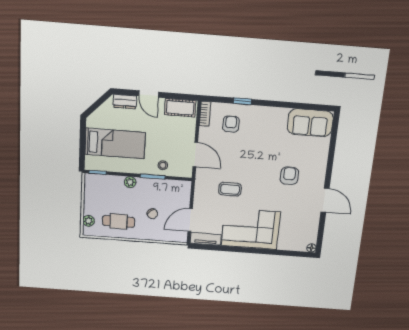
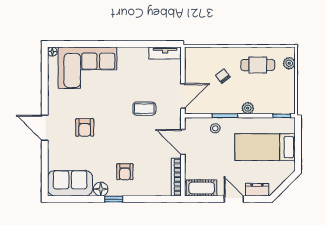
window: (243, 101) -> (114, 199), moved
bookcase: (205, 114) -> (176, 177), width x1.56
floor lamp: (281, 114) -> (101, 189), added
armchair: (231, 124) -> (125, 172), moved
door: (325, 200) -> (45, 128), moved
door: (190, 220) -> (183, 96), moved
corner sofa: (251, 229) -> (87, 68), moved

